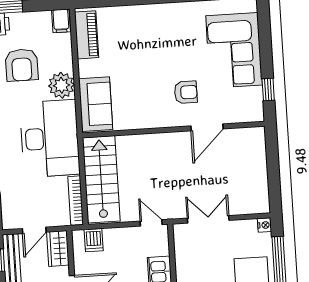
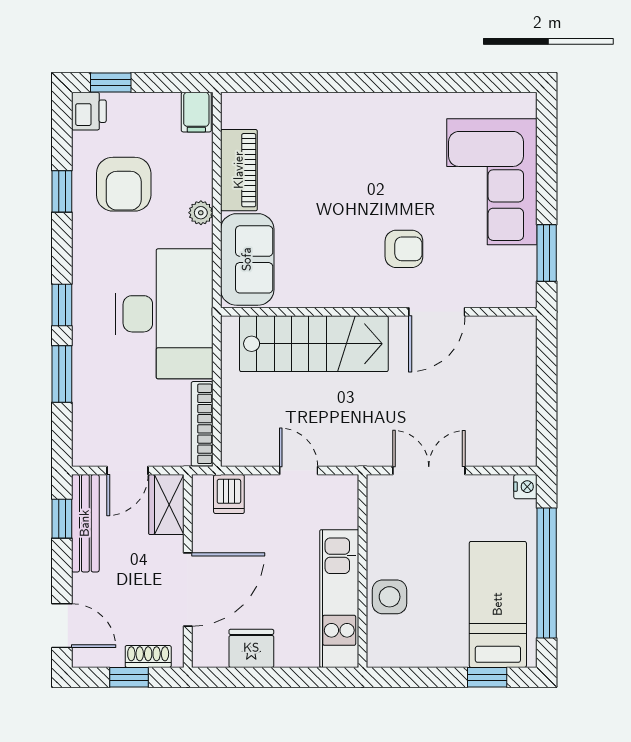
piano: (87, 35) -> (239, 170), moved
plant: (61, 85) -> (201, 213), width x0.53, depth x0.53
window: (268, 89) -> (547, 253), width x1.50
stairs: (101, 179) -> (314, 344), moved, turned 90
door: (151, 223) -> (299, 471), moved

